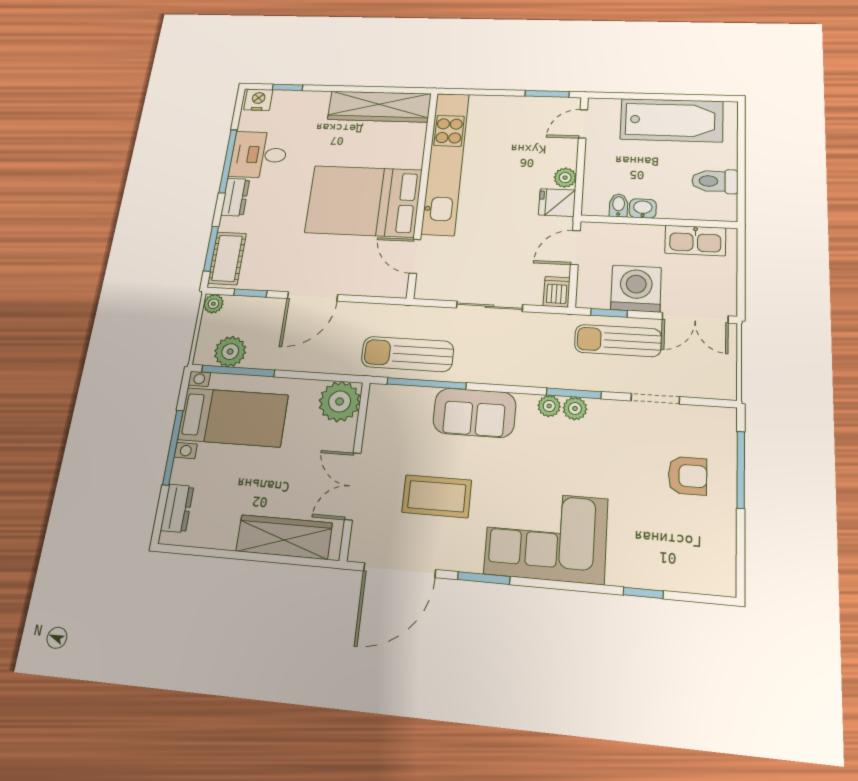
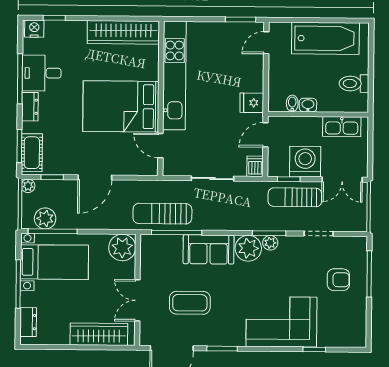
plant: (565, 178) -> (256, 84), removed
plant: (549, 406) -> (248, 248), width x1.88, depth x1.88
corner sofa: (546, 536) -> (281, 322), moved

